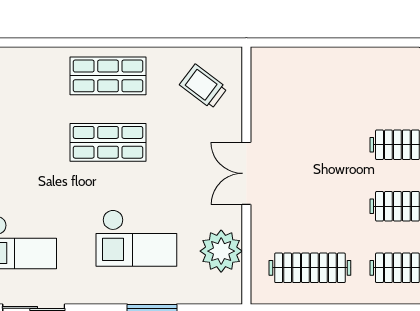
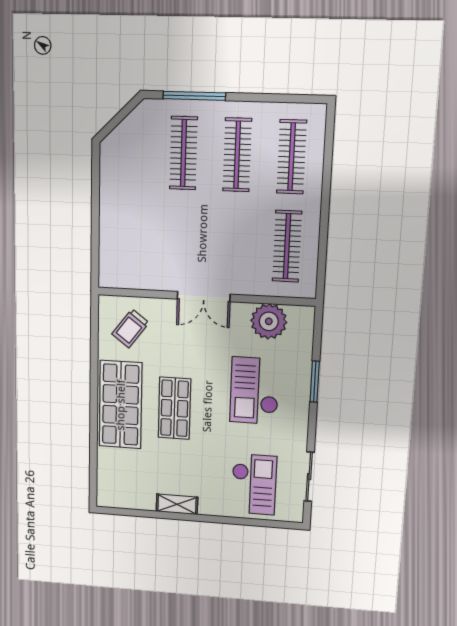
shop shelf: (108, 76) -> (121, 405), width x1.43, depth x1.36
checkout: (136, 238) -> (254, 391), turned 180

